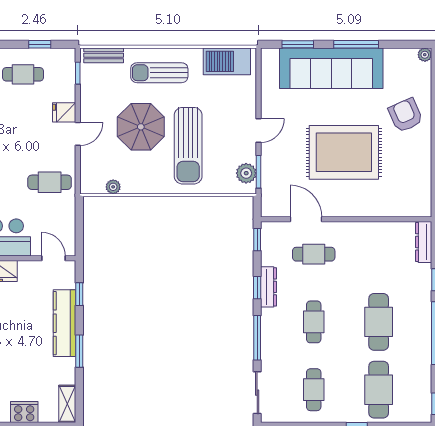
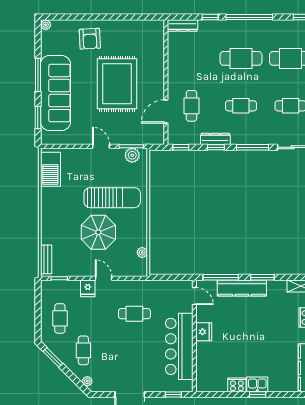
window: (40, 44) -> (38, 306), removed
sun lounger: (159, 73) -> (59, 219), removed
armchair: (406, 115) -> (90, 39), turned -69
cafe table: (50, 182) -> (134, 314), moved, turned 90
door: (53, 258) -> (194, 296), swing flipped
window: (79, 294) -> (221, 277), width x2.17

